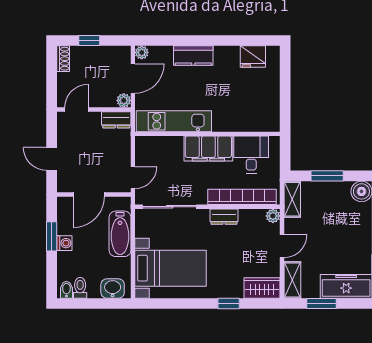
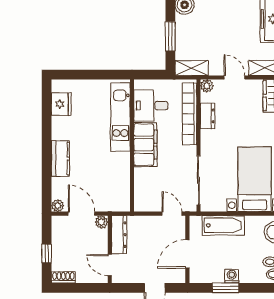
dresser: (116, 120) -> (119, 235), width x1.44
kitchen unit: (174, 121) -> (120, 117), moved
door: (89, 195) -> (187, 254), swing flipped
dresser: (224, 217) -> (208, 116), moved

